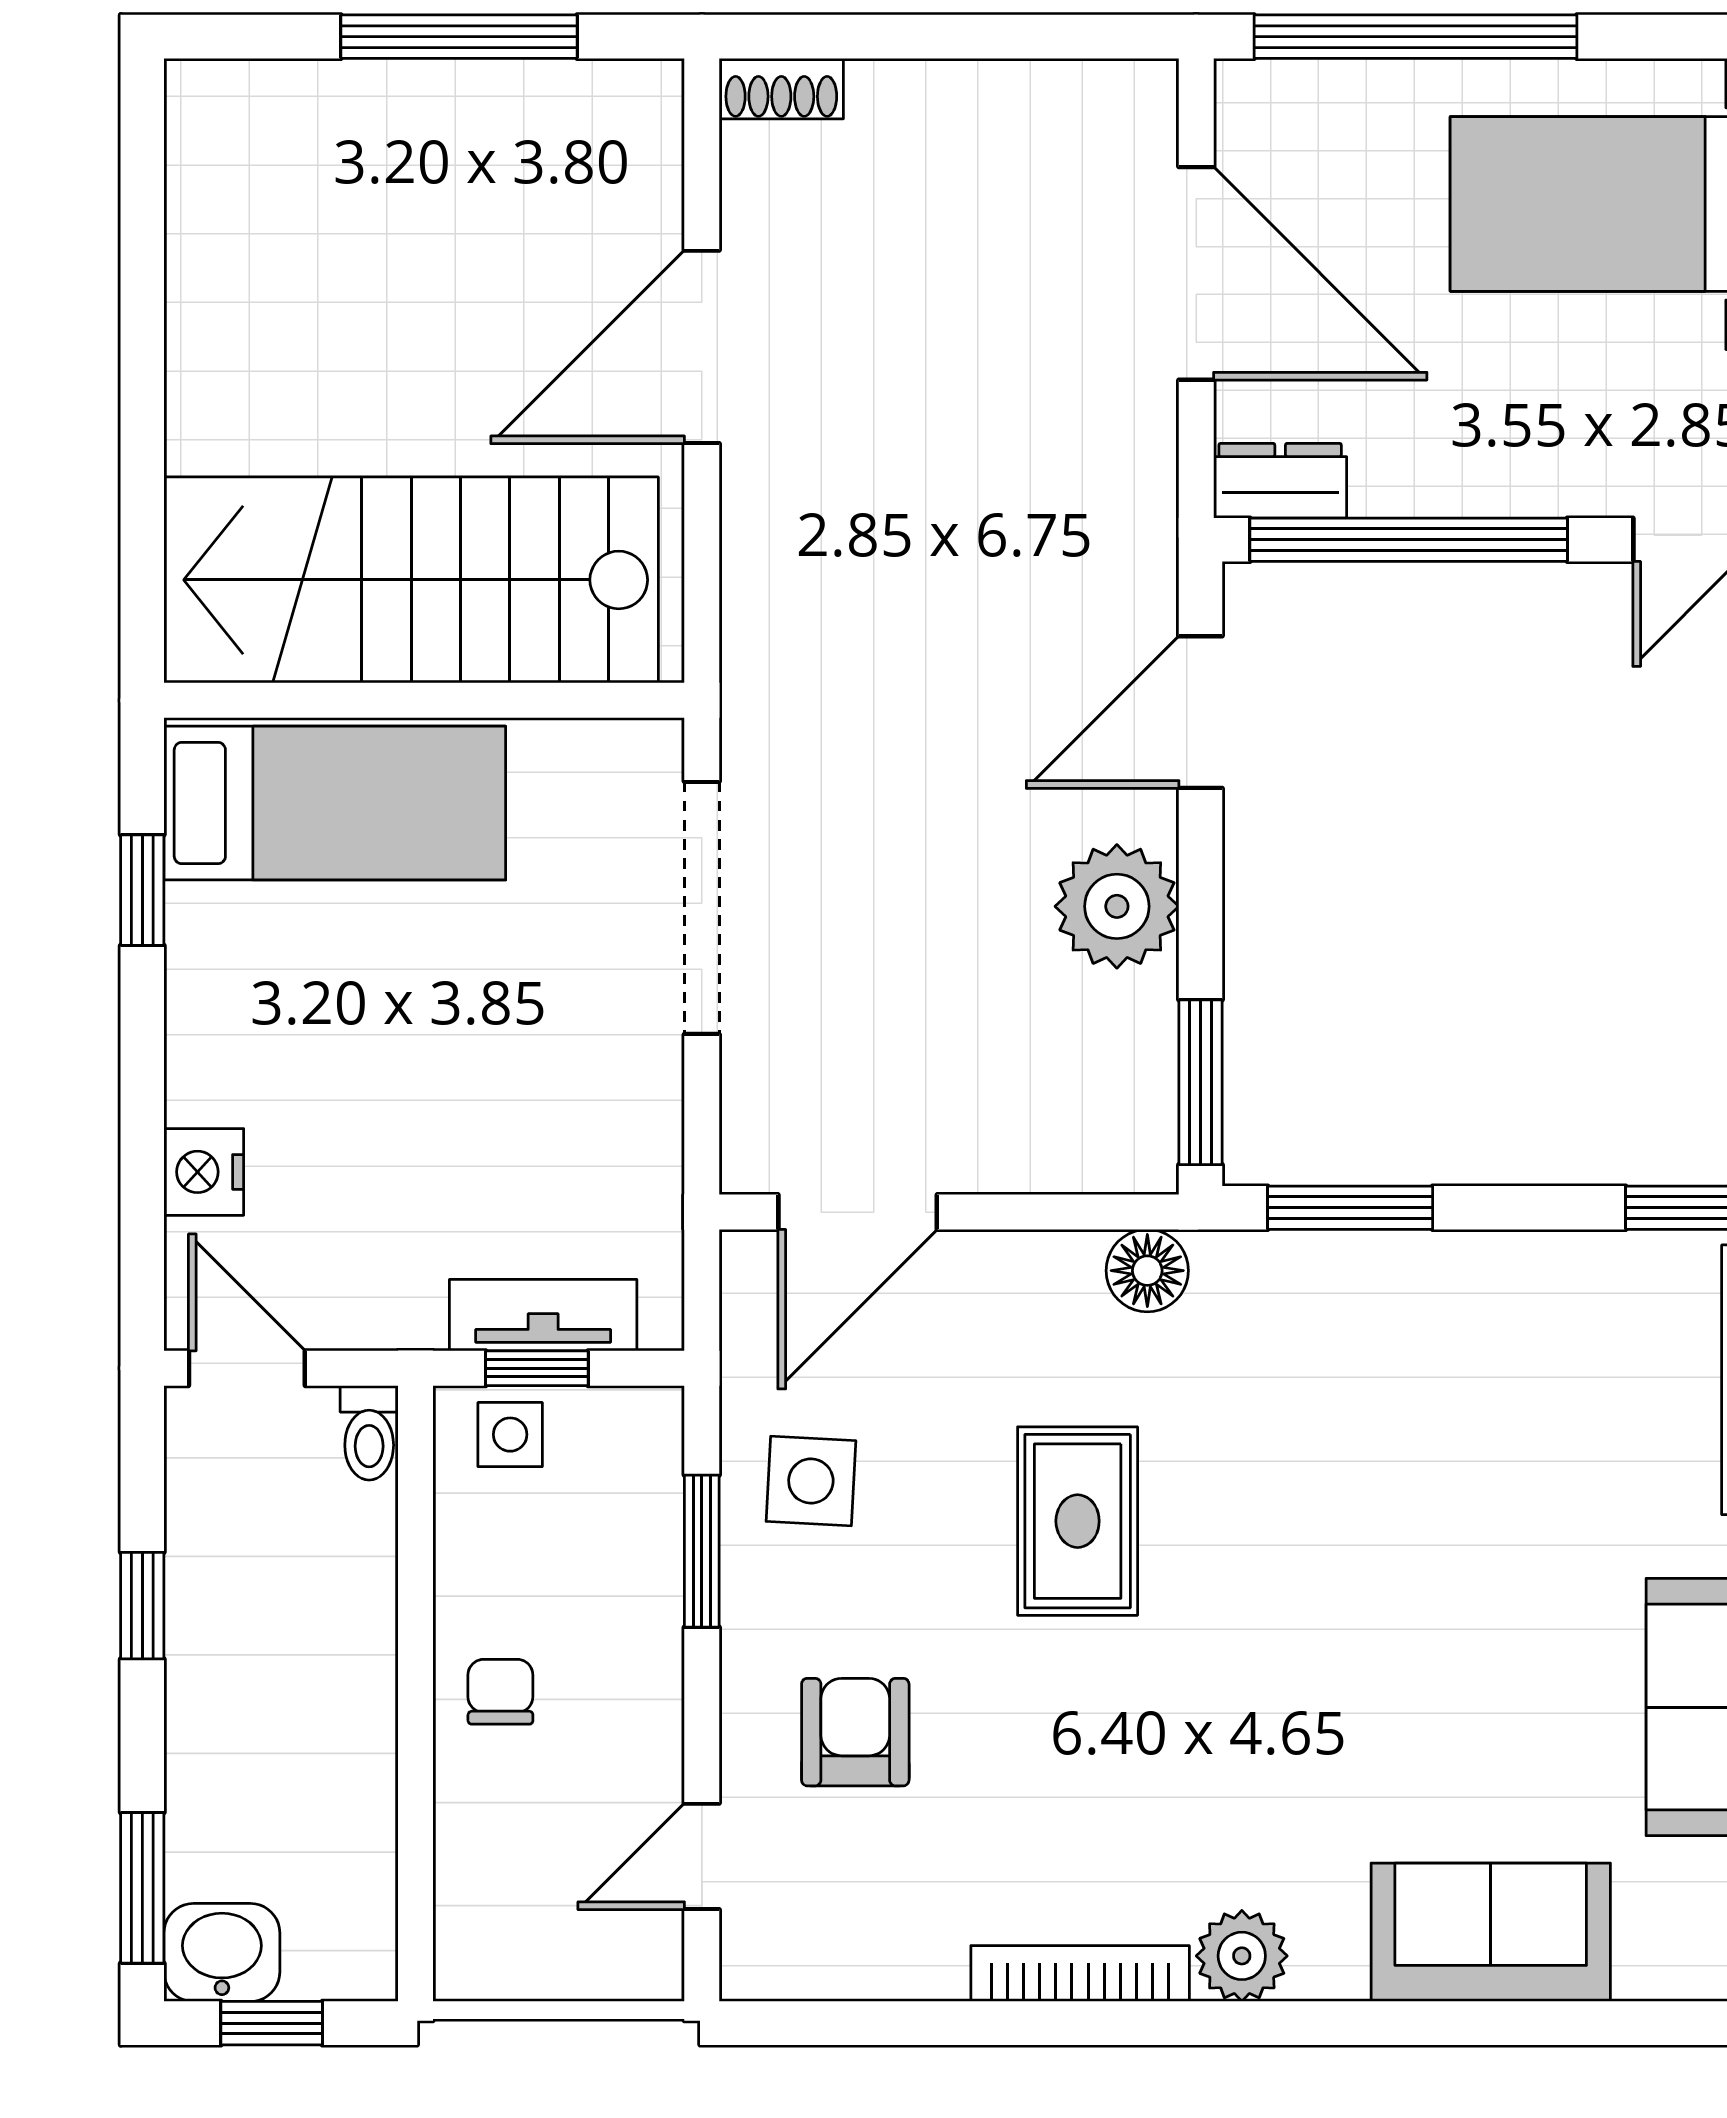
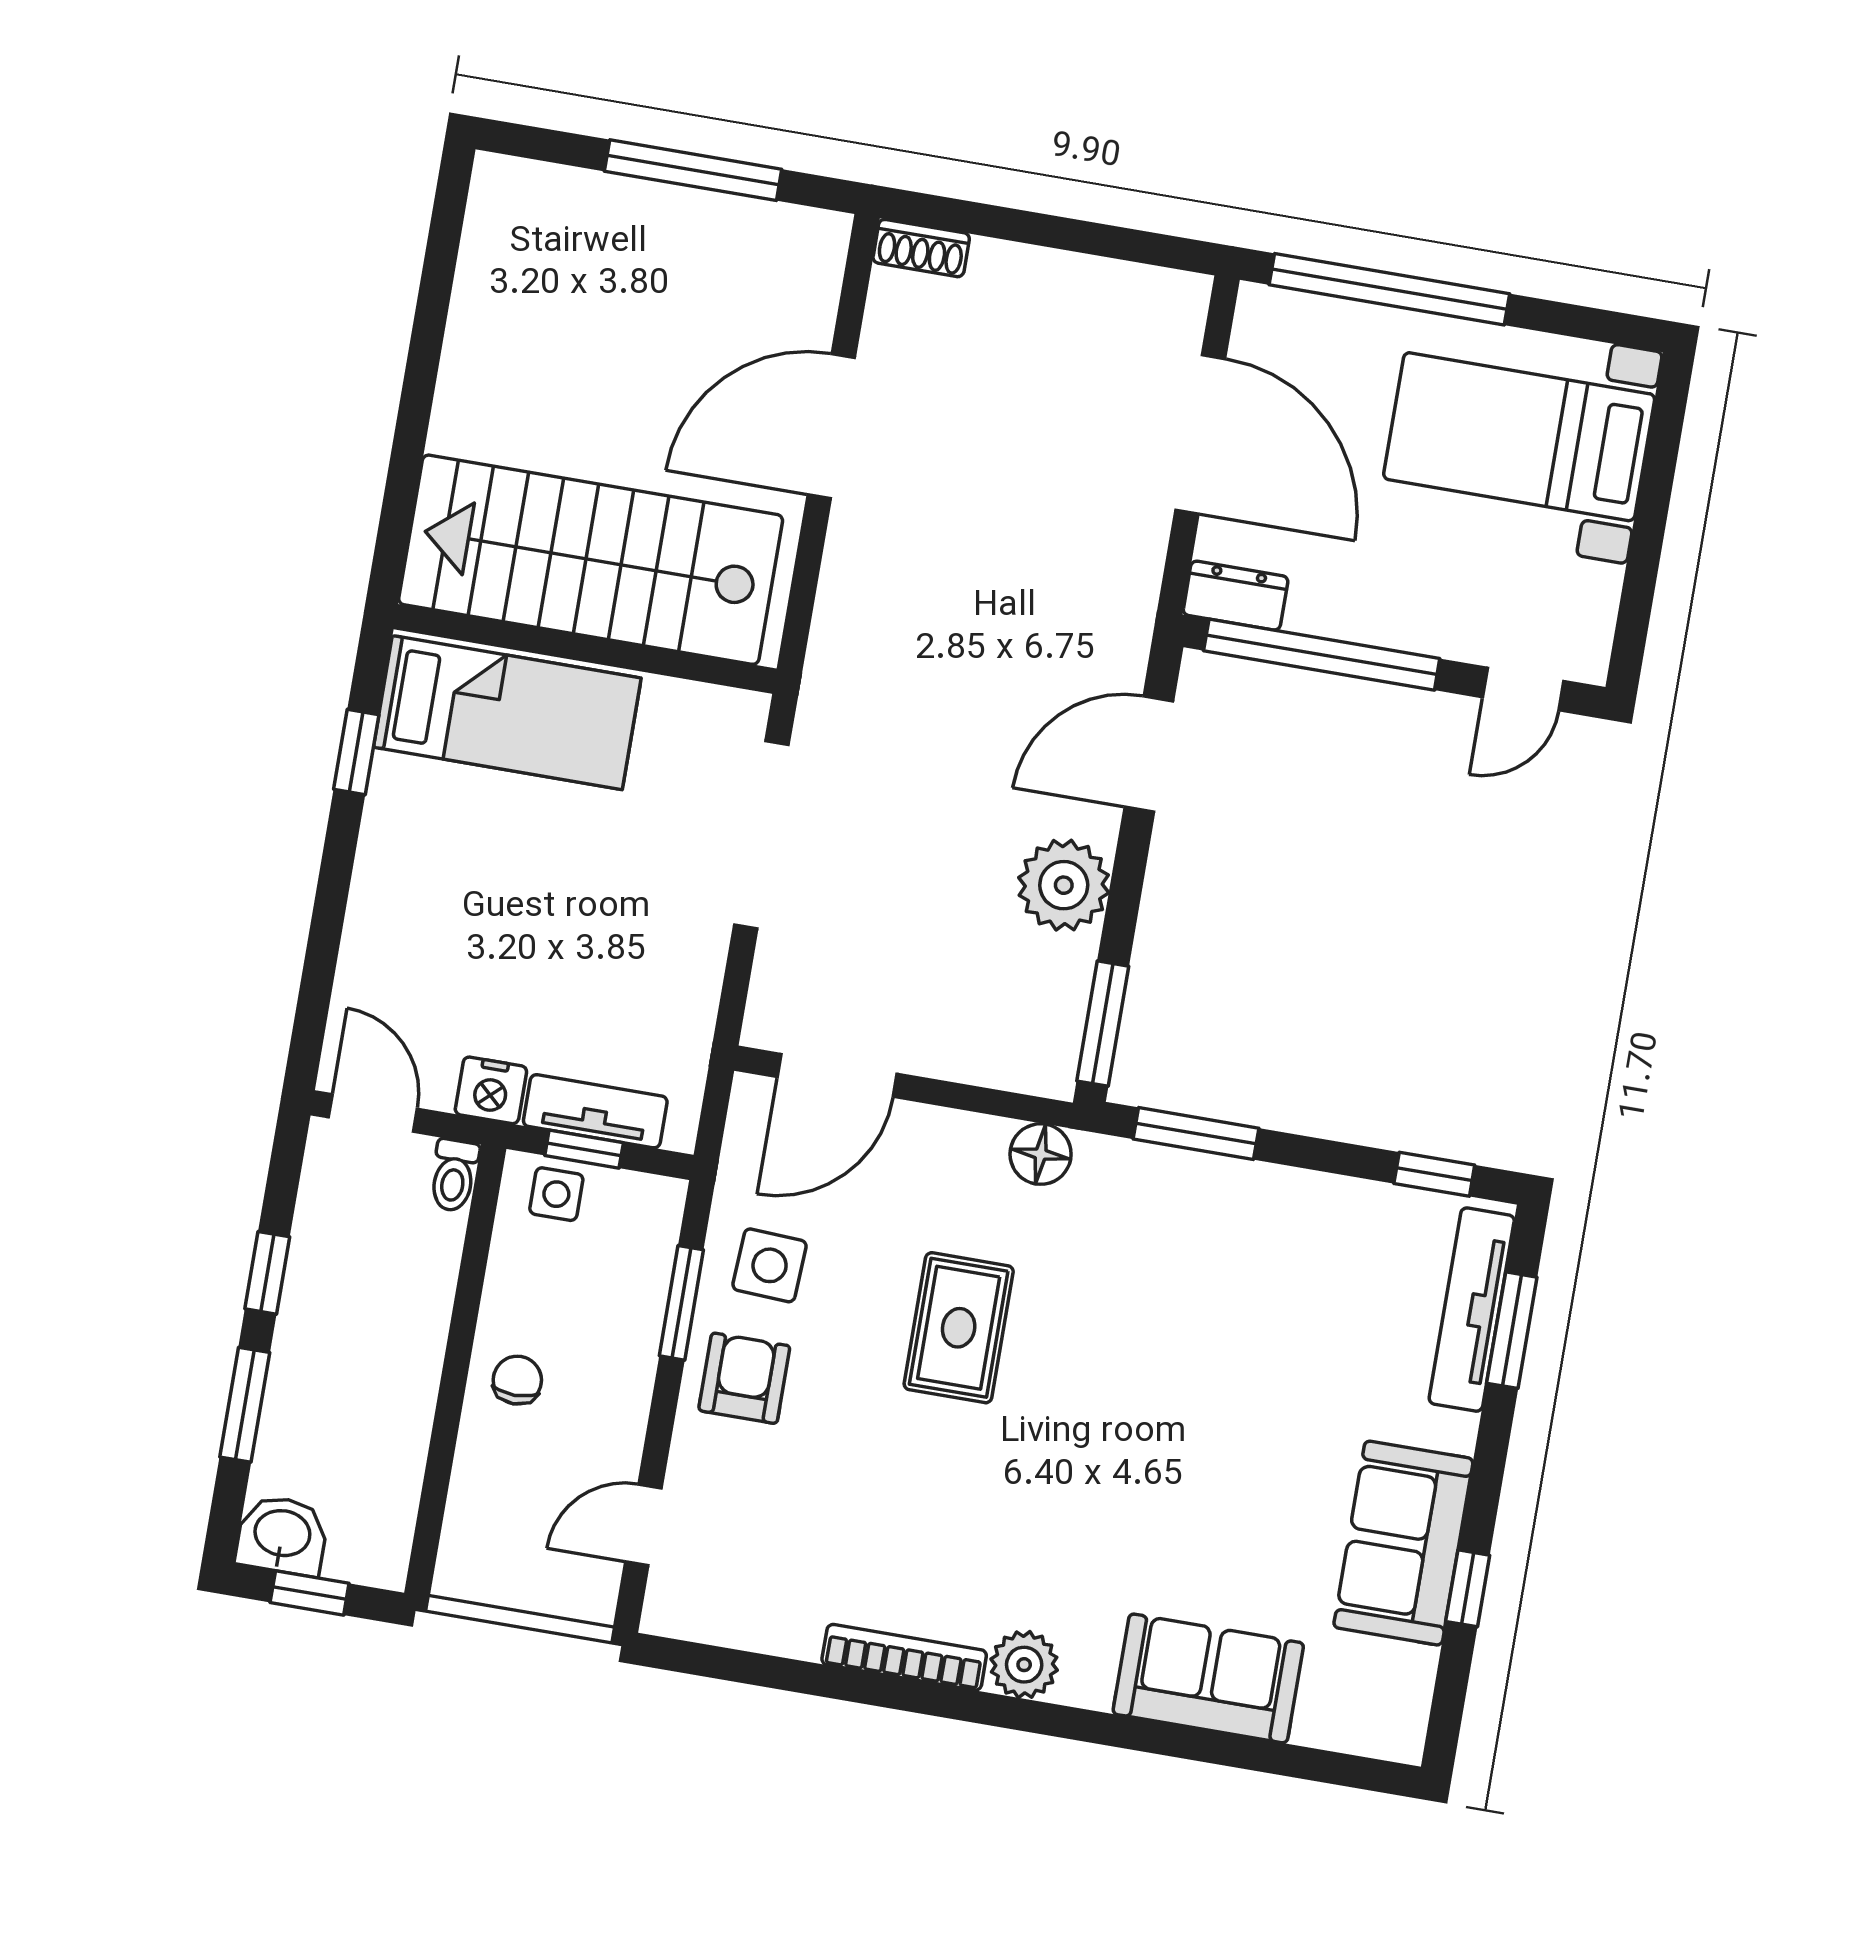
nightstand: (204, 1172) -> (491, 1090), moved, turned -90
armchair: (855, 1732) -> (744, 1378), moved
window: (142, 1888) -> (245, 1405), moved

